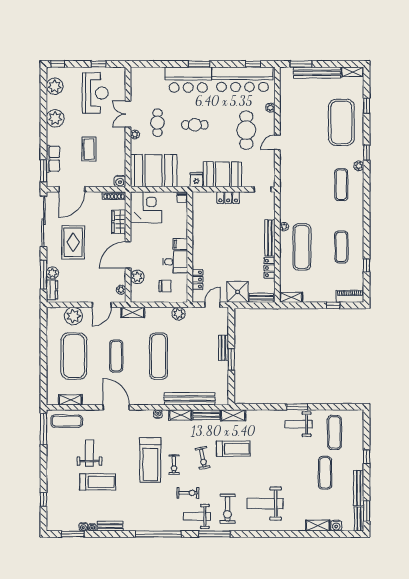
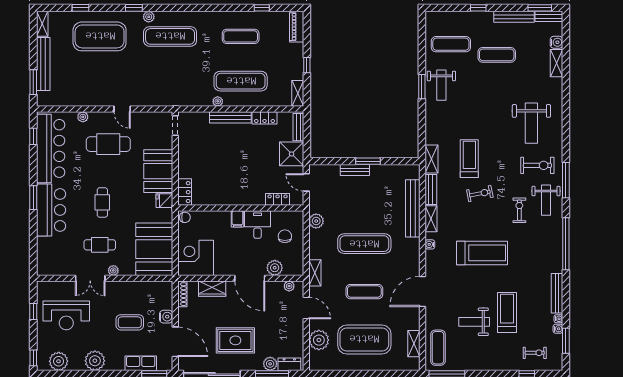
reception desk: (95, 93) -> (66, 315), turned 180
water cooler: (120, 181) -> (166, 317), moved
exercise mat: (341, 185) -> (170, 36), width x1.36, depth x1.45
locker: (228, 198) -> (185, 192), moved
window: (333, 305) -> (307, 65), moved
exercise bike: (174, 465) -> (535, 353), moved
bench: (110, 526) -> (557, 293), width x1.36

